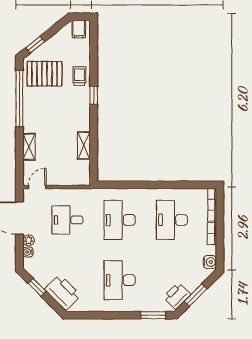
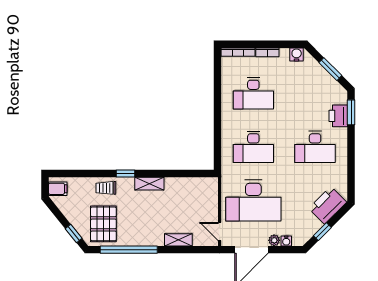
shelving: (84, 146) -> (149, 184), moved
desk: (67, 220) -> (253, 200), width x1.87, depth x1.30
printer: (177, 296) -> (338, 116), moved, turned 45

